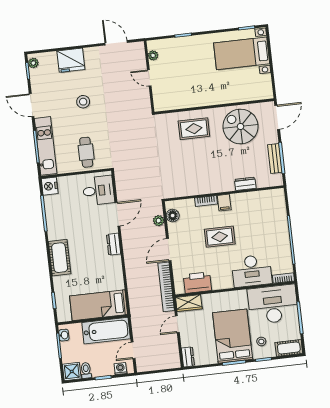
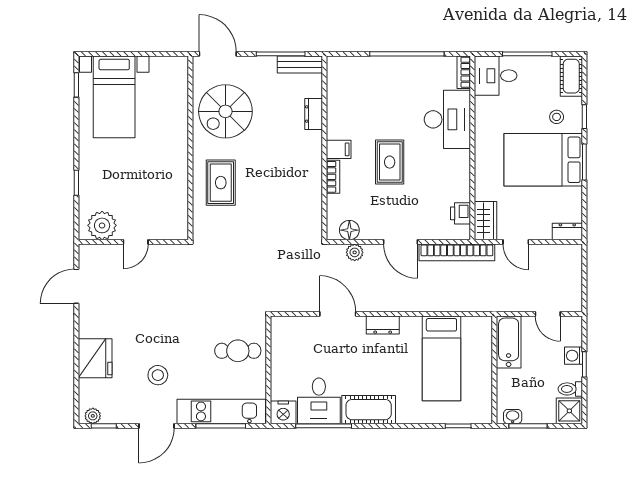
plant: (153, 55) -> (102, 225), width x1.88, depth x1.88
stool: (83, 102) -> (158, 375), moved
bench: (275, 159) -> (300, 65), moved
desk: (98, 190) -> (319, 401), moved, turned 180
cot: (60, 258) -> (369, 410), moved
printer: (197, 283) -> (460, 213), width x0.53, depth x0.68
desk: (273, 304) -> (496, 76), width x0.53, depth x0.77
bed: (99, 305) -> (441, 358), moved
bathtub: (106, 331) -> (509, 342), width x0.73, depth x0.73
washing machine: (120, 369) -> (573, 356), moved

